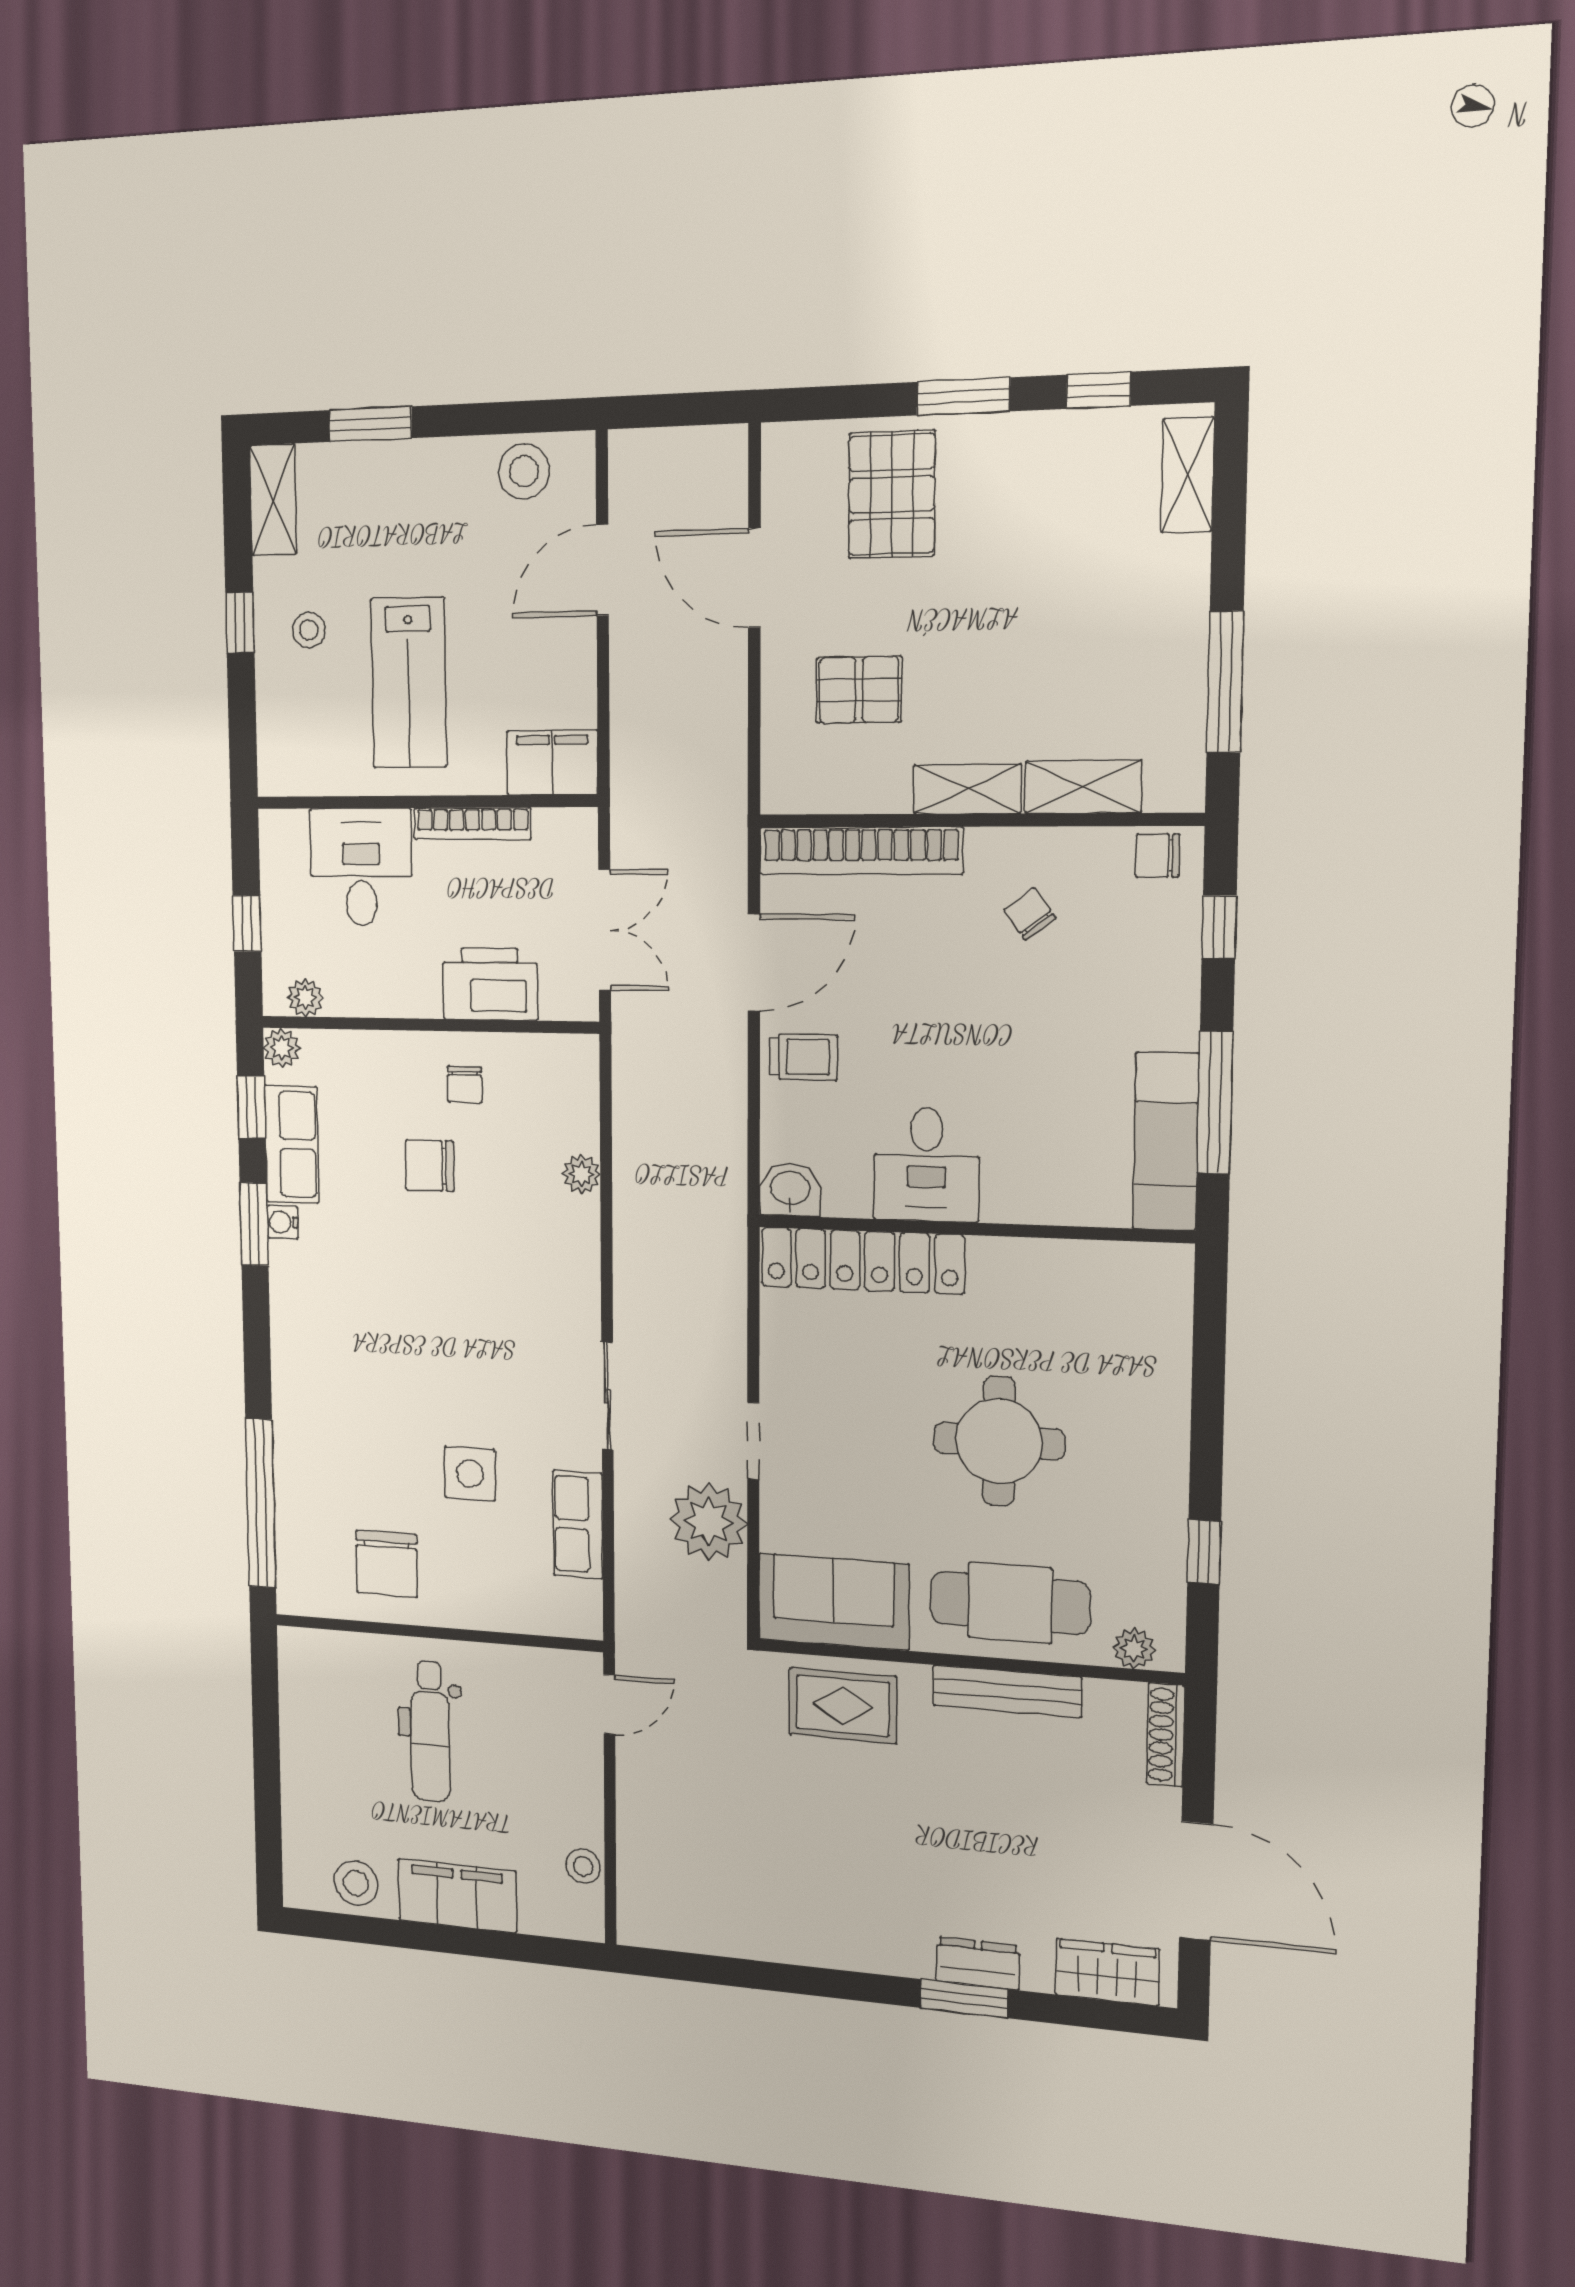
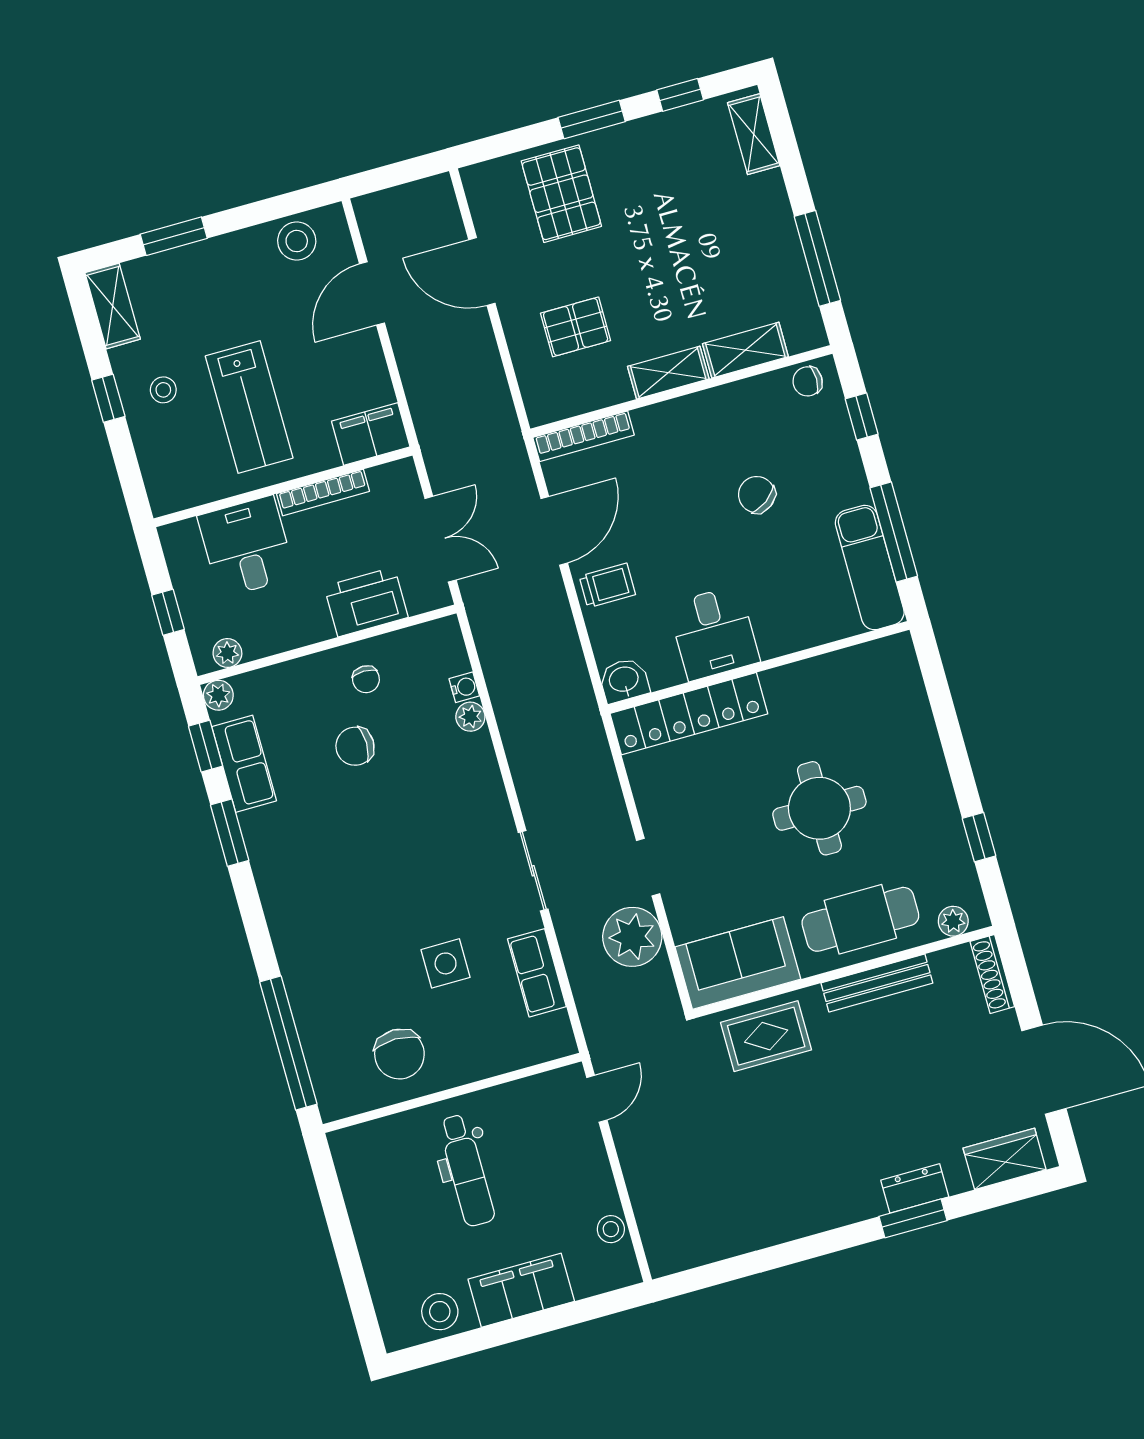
bookcase: (861, 851) -> (584, 436), width x0.68, depth x0.76
chair: (1030, 914) -> (757, 495), moved, width x1.37, depth x1.37
water cooler: (283, 1222) -> (464, 687), moved, turned 180

